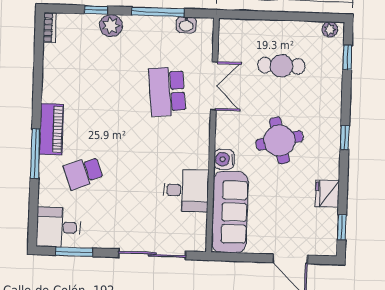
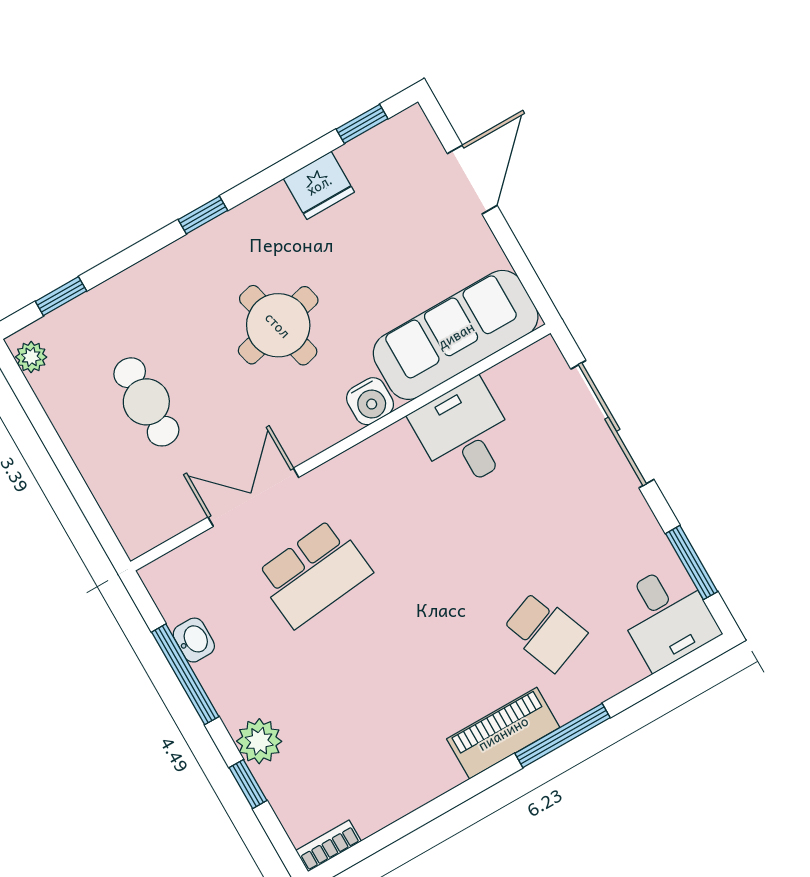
washbasin: (186, 25) -> (194, 640), moved

